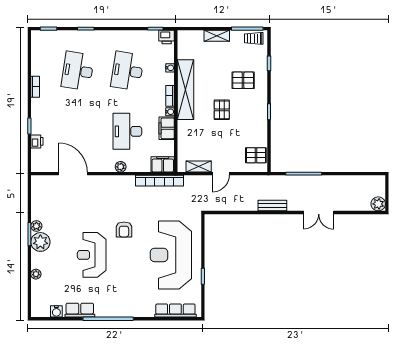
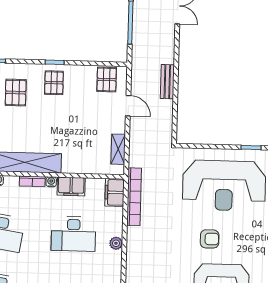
pallet: (222, 110) -> (54, 83), moved, turned 90
door: (221, 174) -> (128, 106), moved
bench: (272, 206) -> (167, 82), moved
armchair: (124, 229) -> (210, 239), moved

